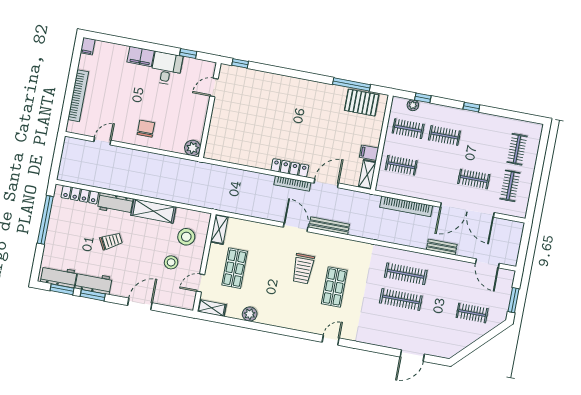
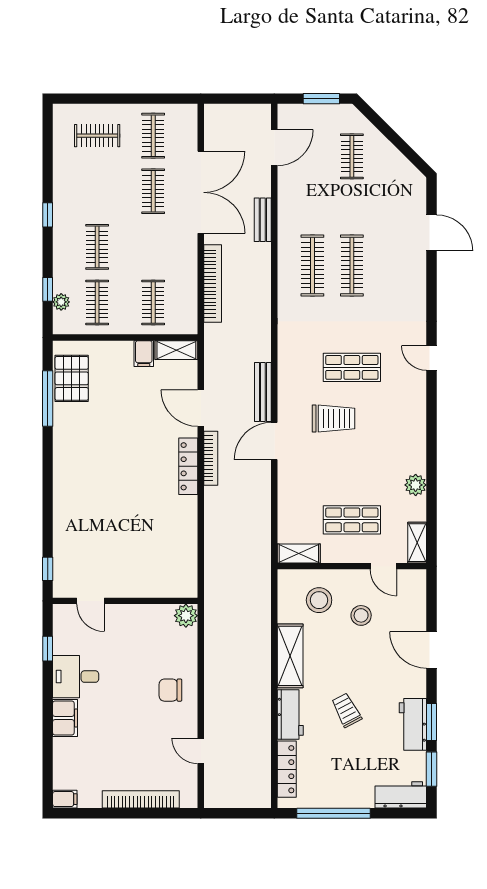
clothes rail: (510, 186) -> (153, 136), turned 90
workbench: (59, 276) -> (401, 795), moved, turned 90

